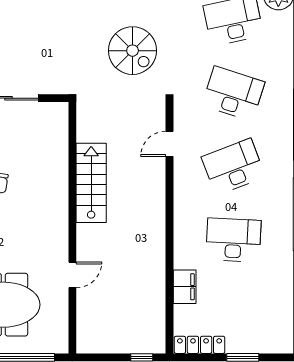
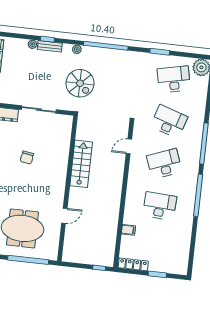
spiral stairs: (133, 51) -> (80, 83), moved
filing cabinet: (185, 287) -> (128, 230), width x0.50

